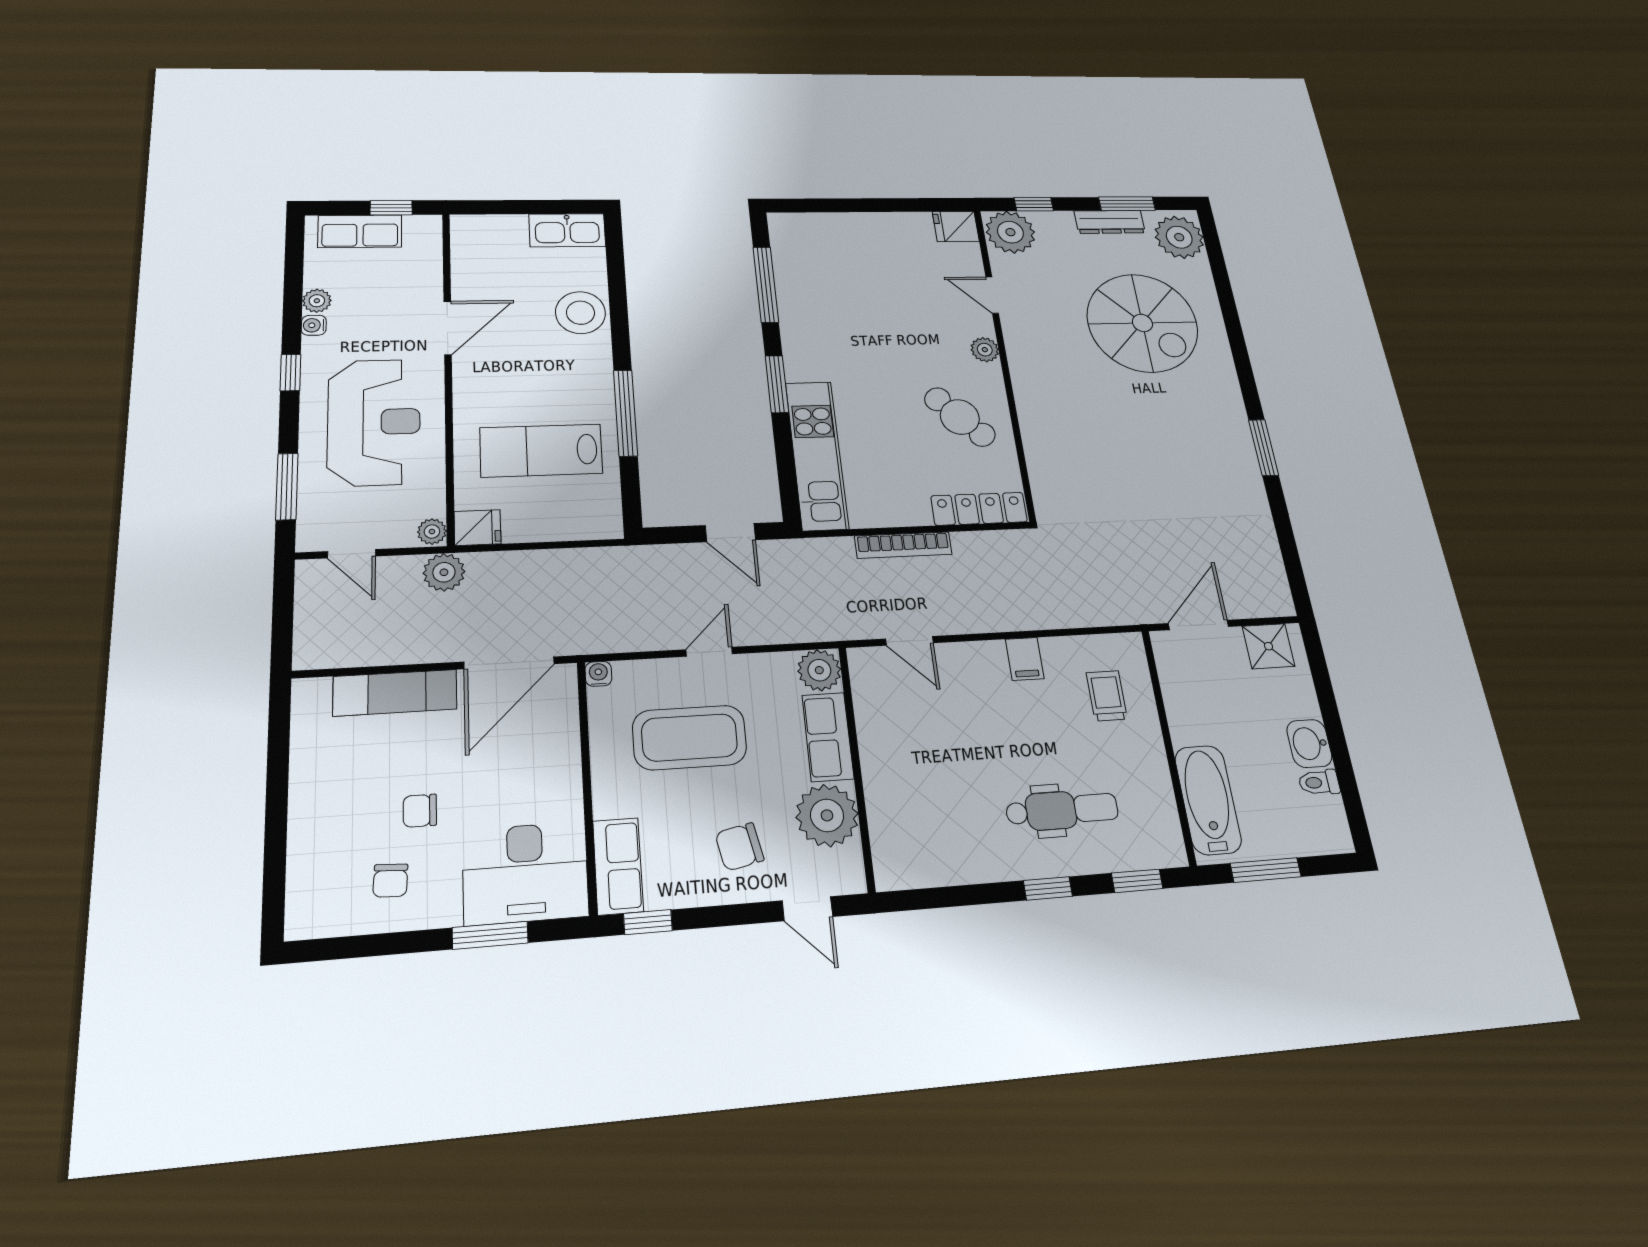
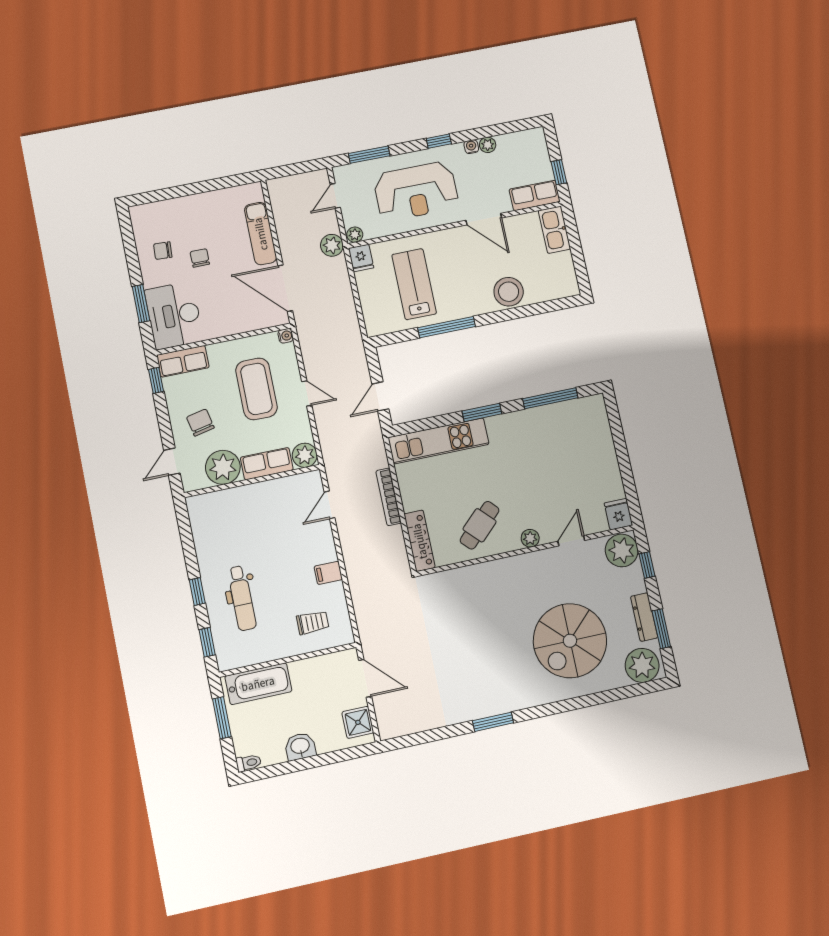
kitchen sink: (567, 230) -> (554, 230), moved
row of seats: (360, 231) -> (535, 195), moved, turned 90
toilet: (1319, 782) -> (249, 763), moved, turned 90

